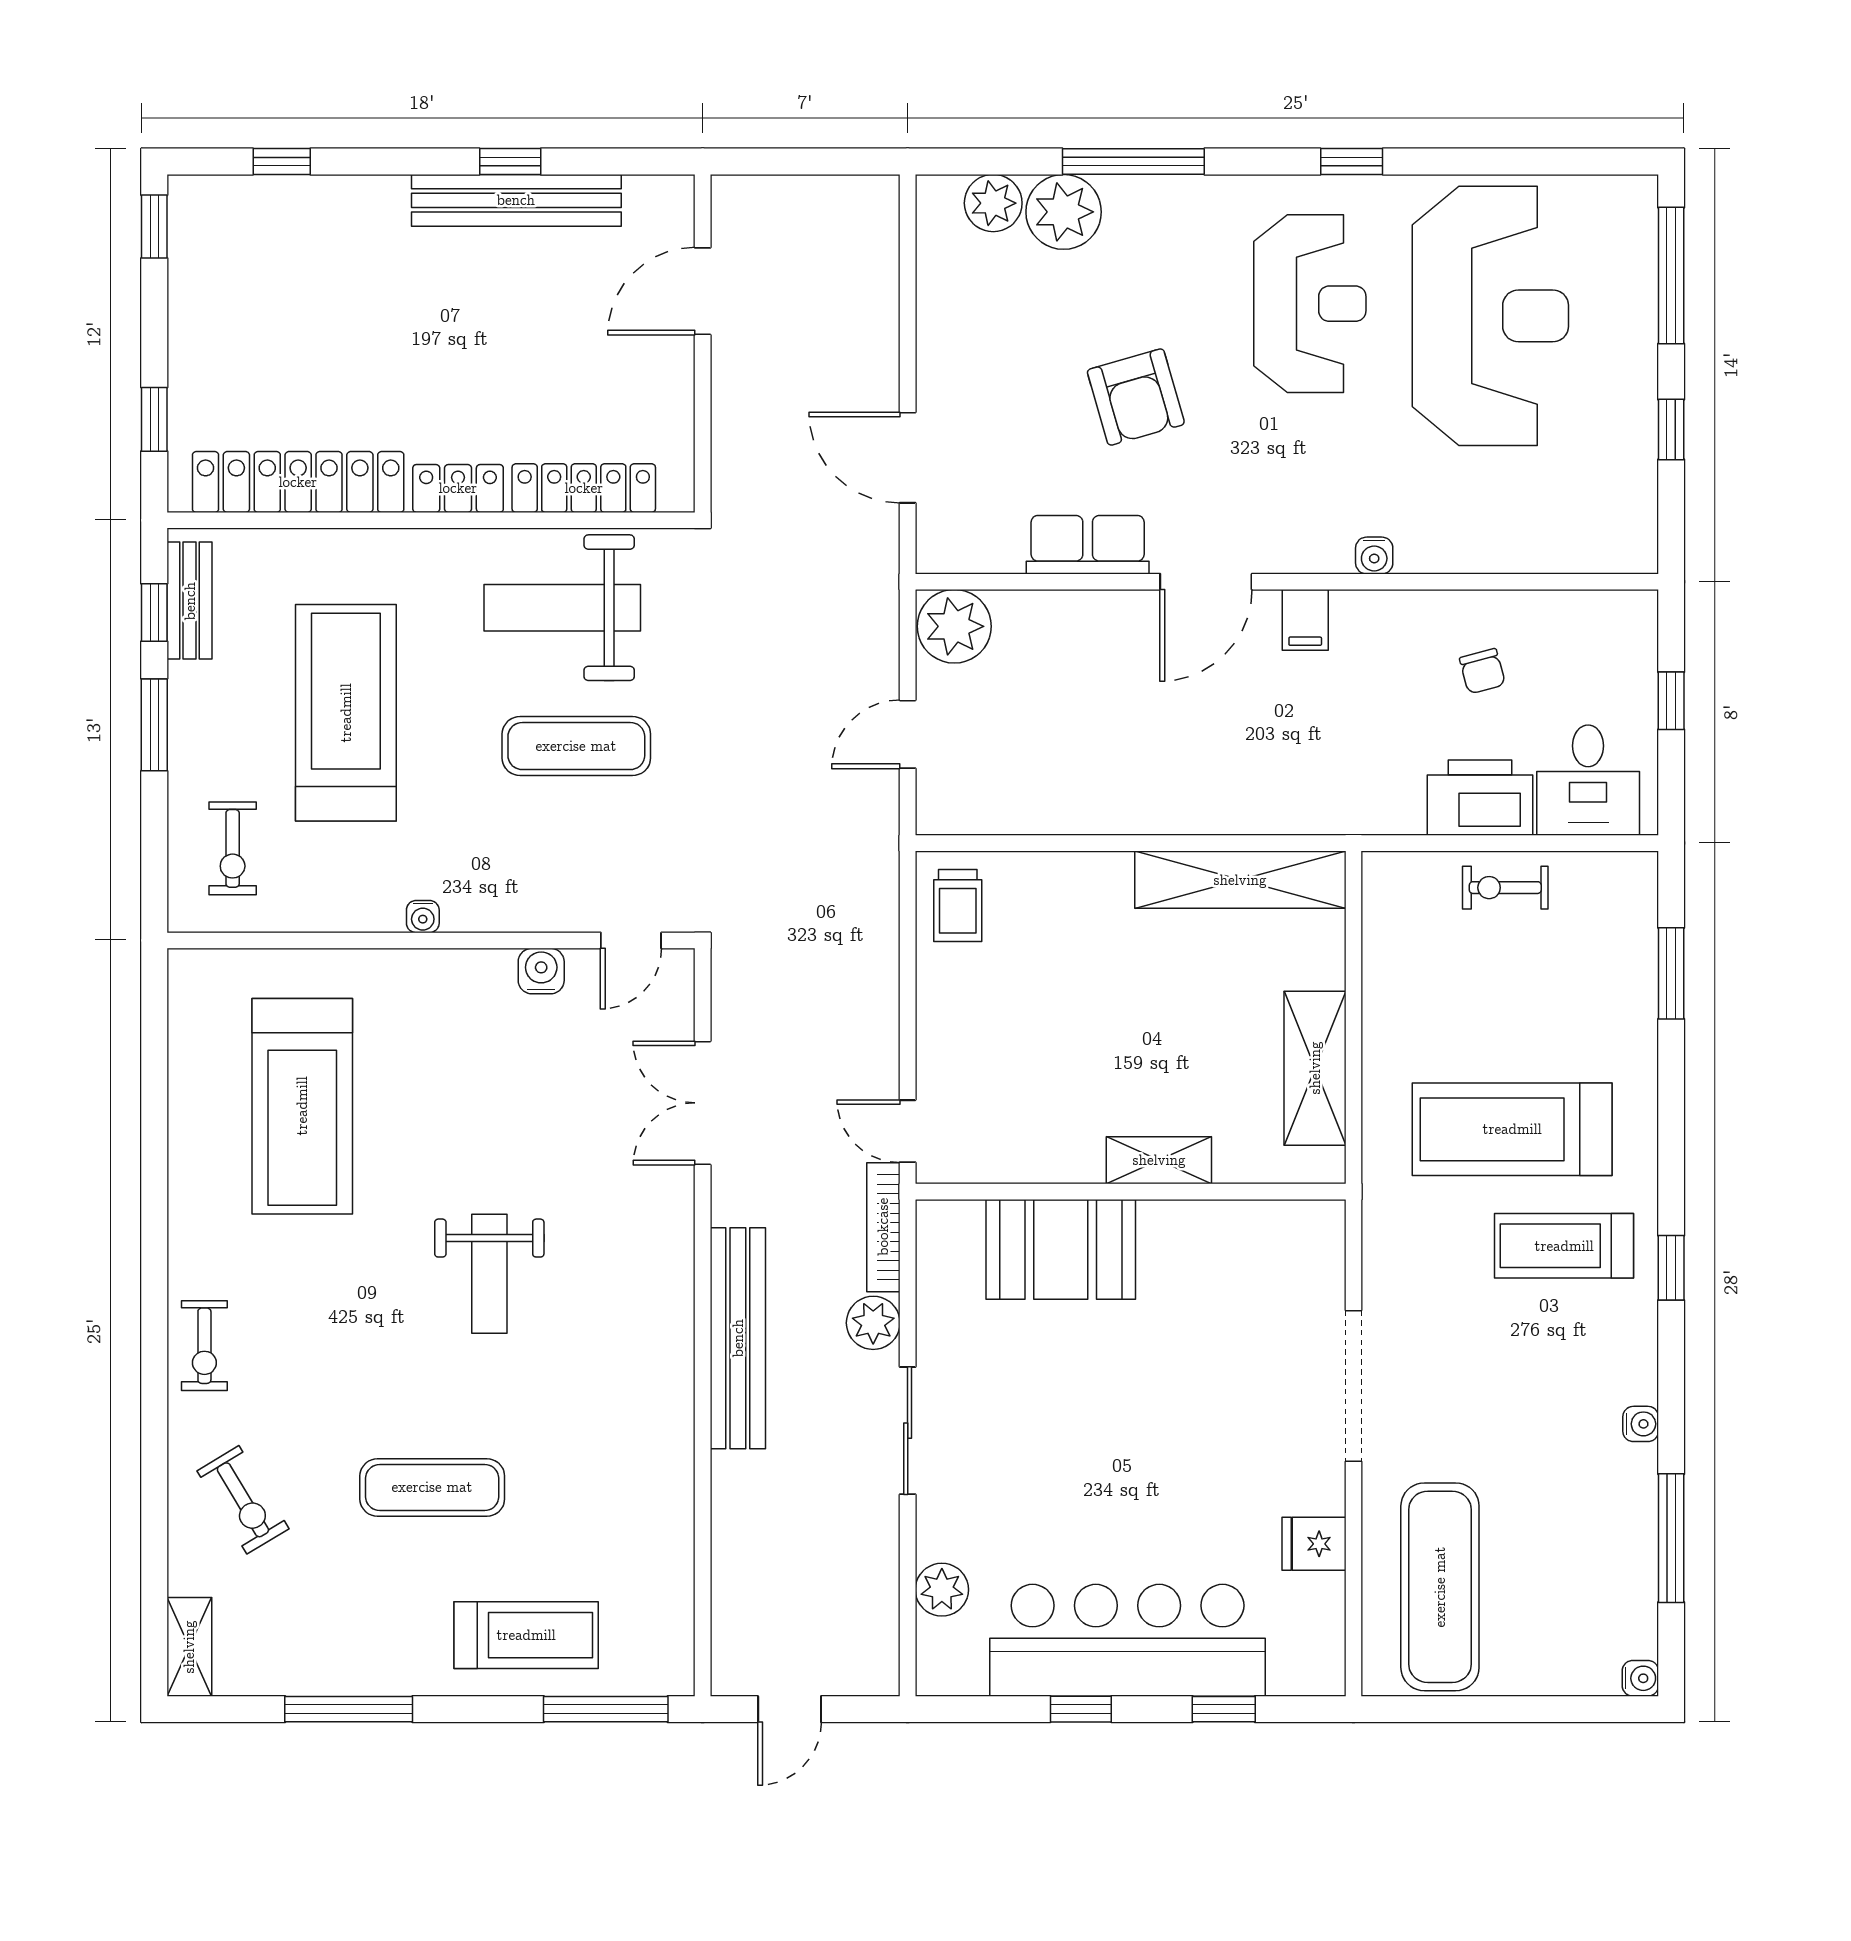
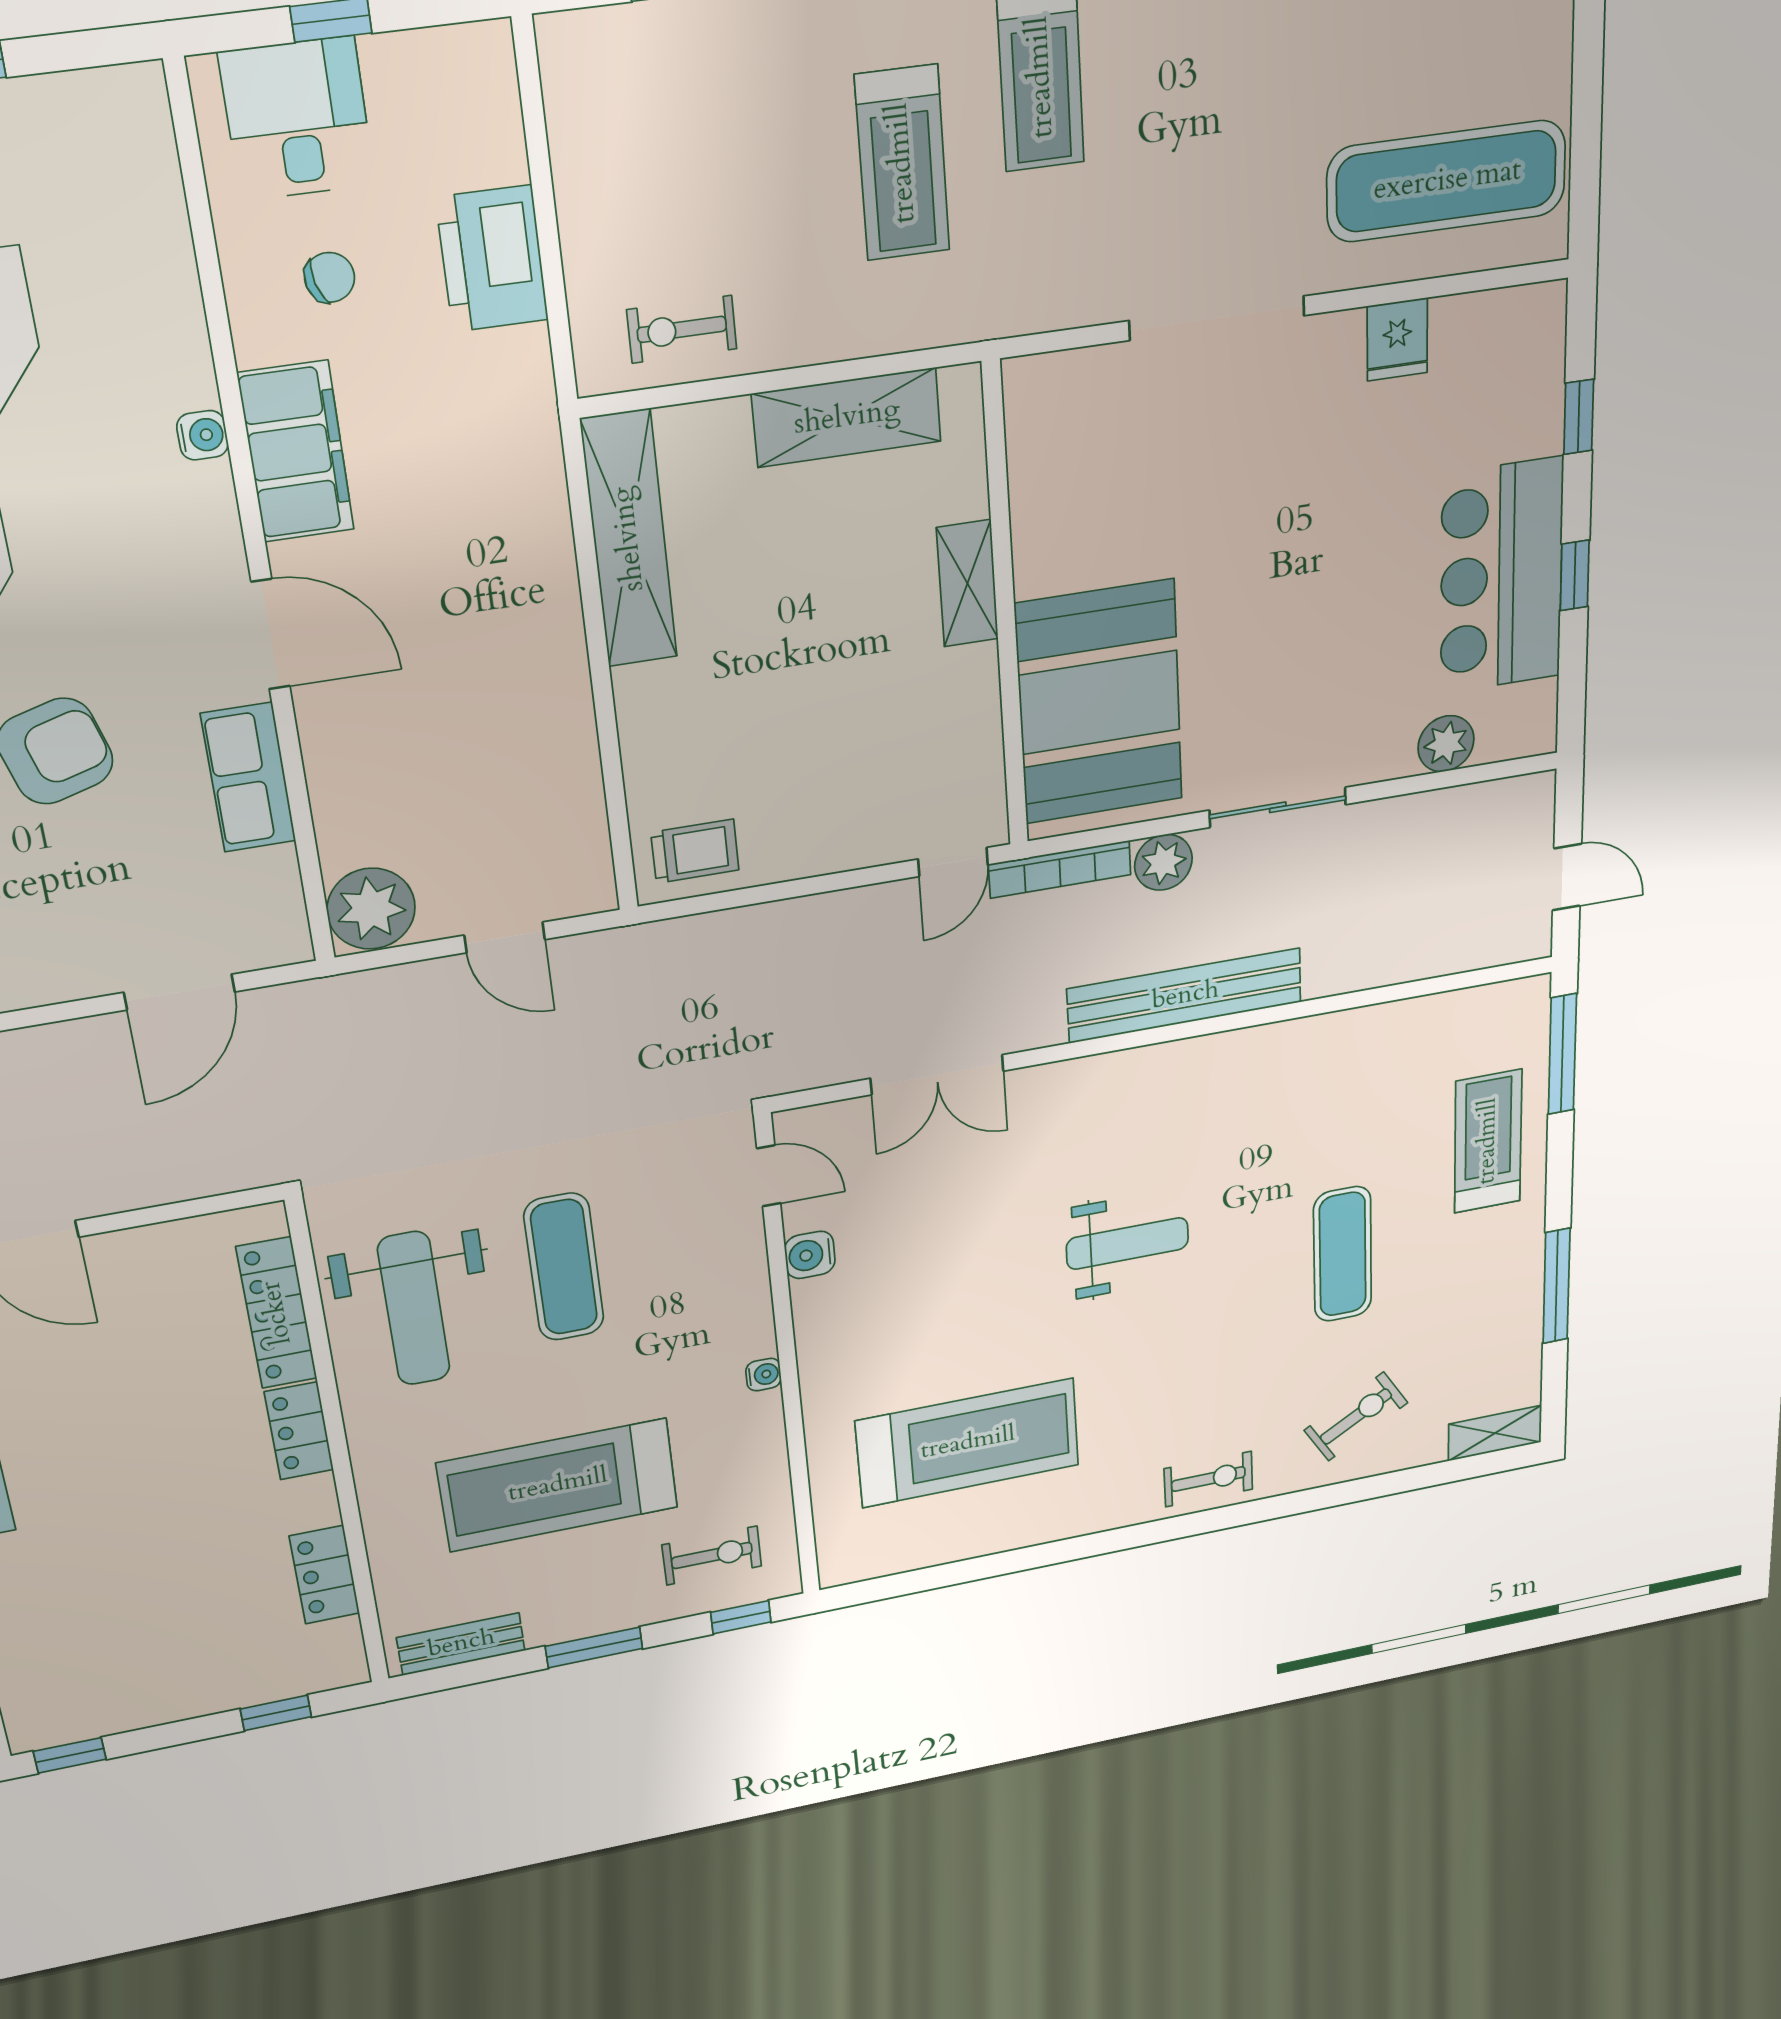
locker: (298, 482) -> (325, 1575), width x0.46, depth x0.83
window: (154, 612) -> (741, 1617), moved
filing cabinet: (1305, 620) -> (296, 452), width x3.00, depth x1.17
desk: (1588, 780) -> (297, 119), moved, turned -90
exercise bike: (1505, 888) -> (682, 329), moved, turned 90
treadmill: (1512, 1129) -> (902, 163), width x0.73, depth x0.73
booth: (1061, 1249) -> (1099, 702), width x1.36, depth x1.42
bar counter: (1128, 1640) -> (1501, 576), width x0.73

